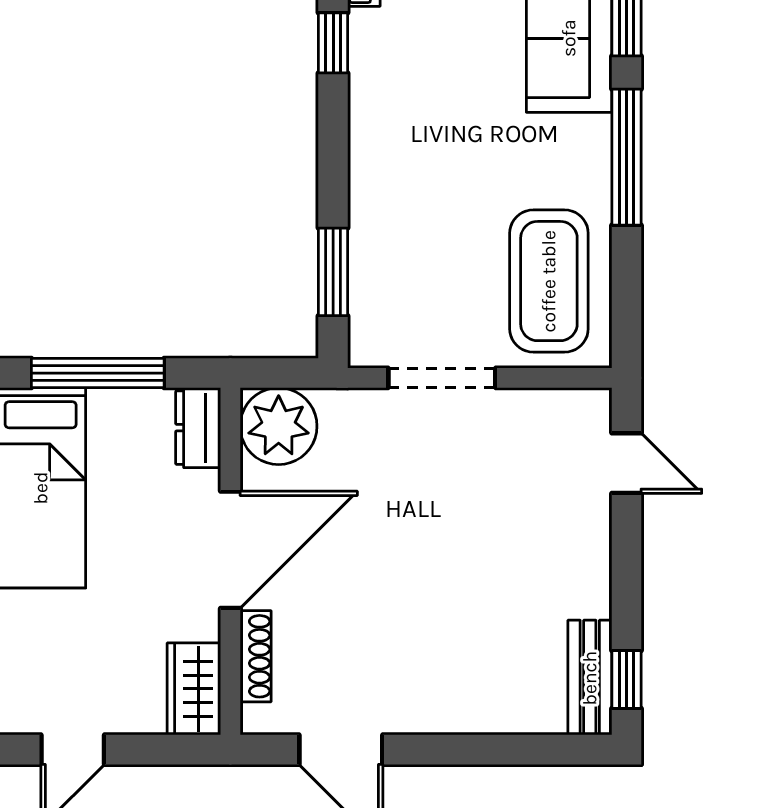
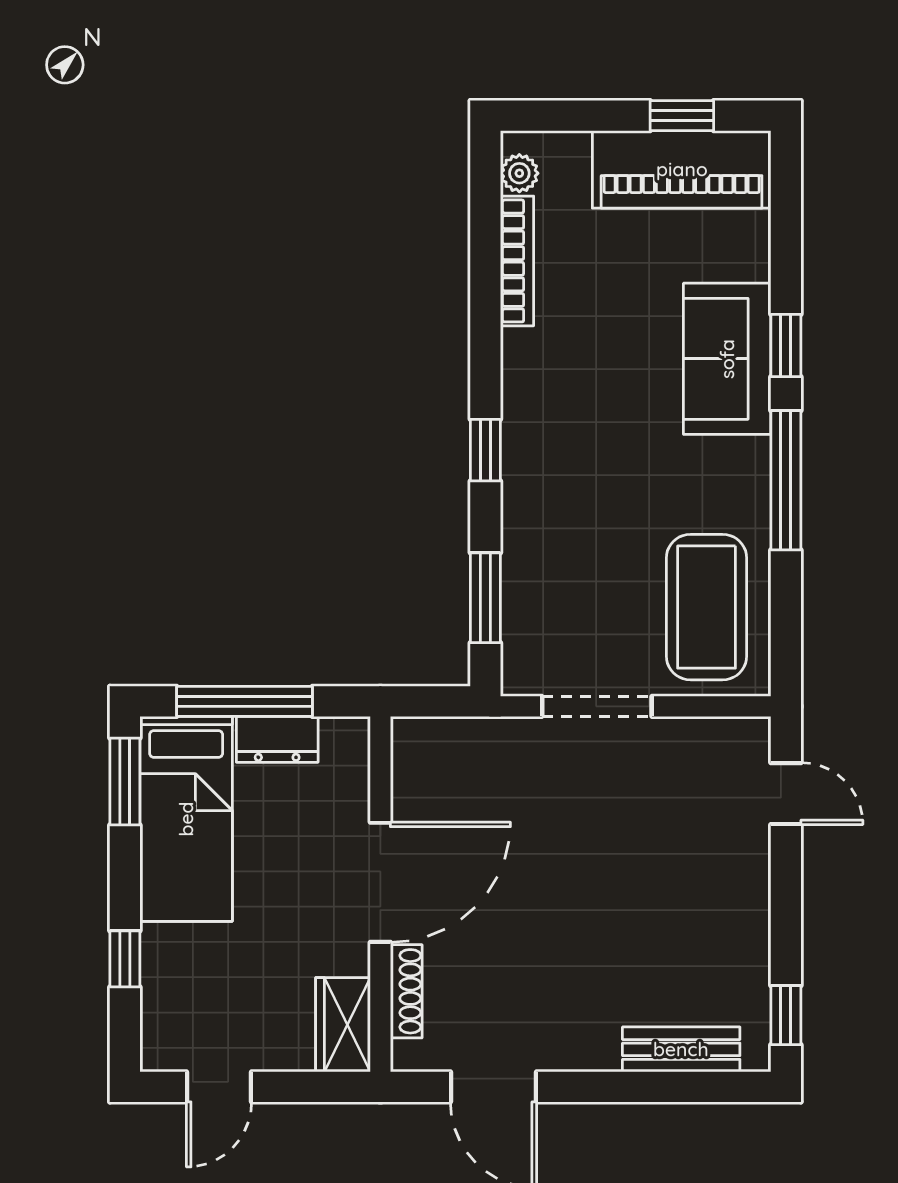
window: (333, 43) -> (485, 450), moved
plant: (279, 426) -> (430, 756), removed
dresser: (198, 428) -> (277, 739), moved, turned -90
bench: (590, 678) -> (681, 1049), moved, turned 90

